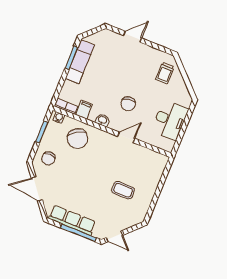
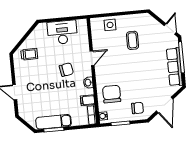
door: (126, 137) -> (92, 58), swing flipped
chair: (77, 139) -> (112, 94), turned -57
side table: (152, 175) -> (110, 25), added

